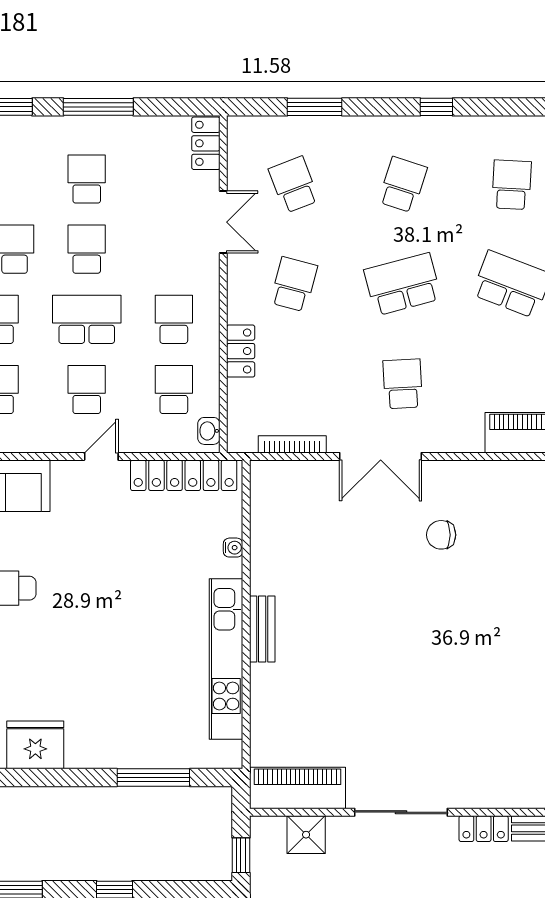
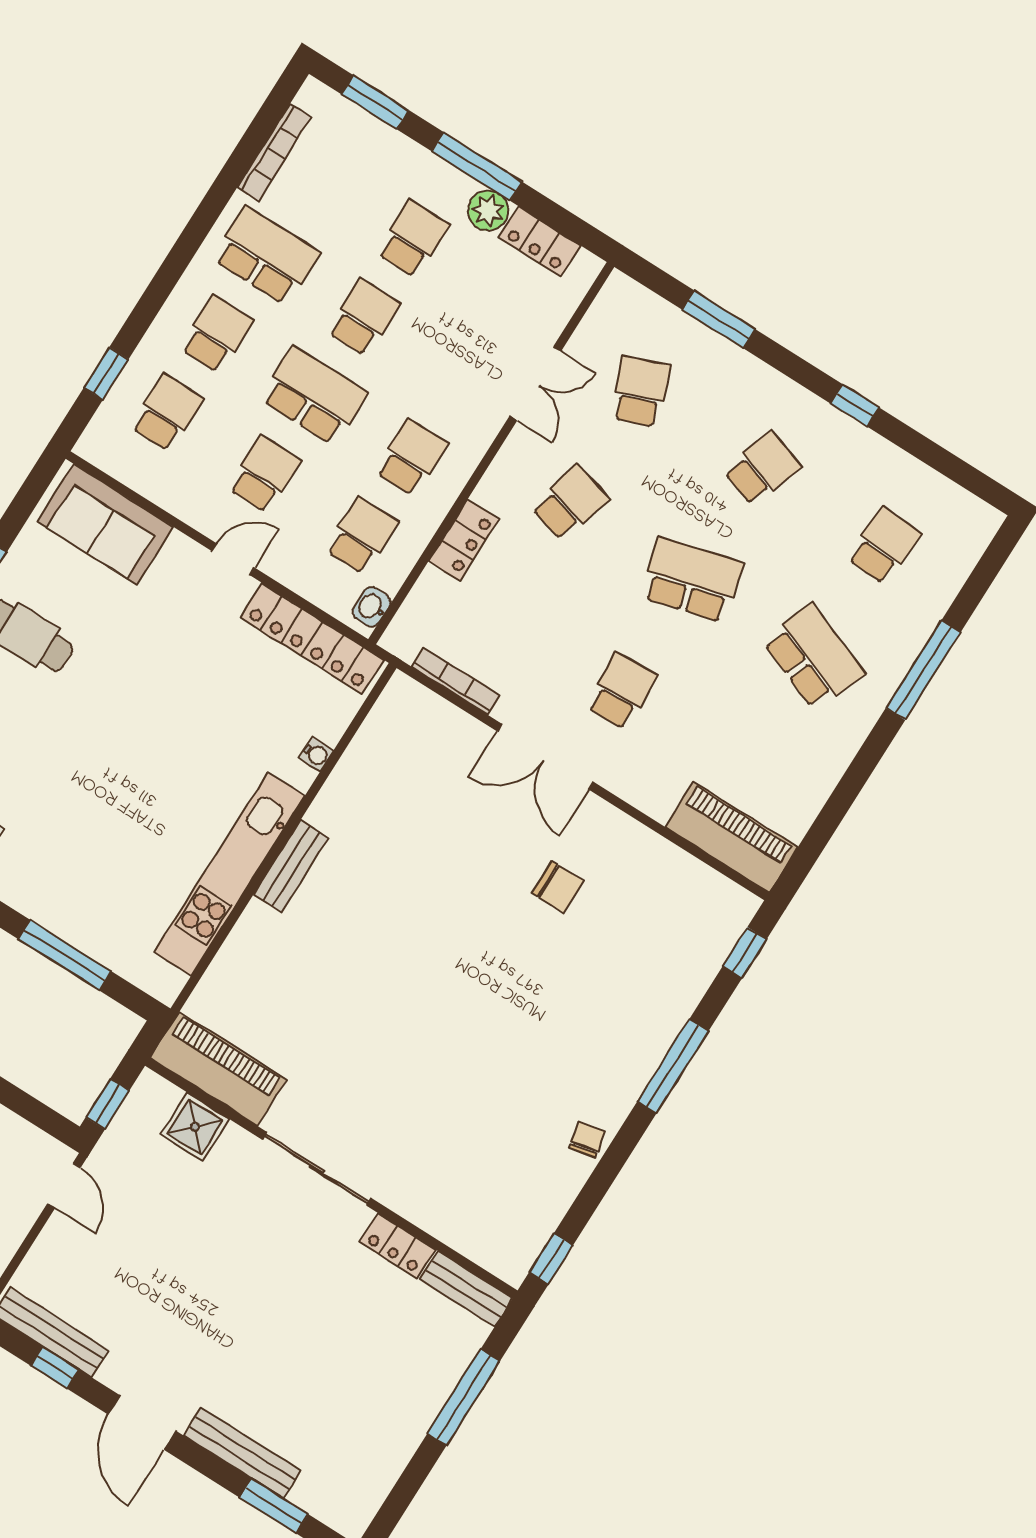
plant: (123, 131) -> (488, 211), added
locker: (206, 143) -> (539, 241), moved, turned -90
chair: (441, 535) -> (558, 887), turned 180

